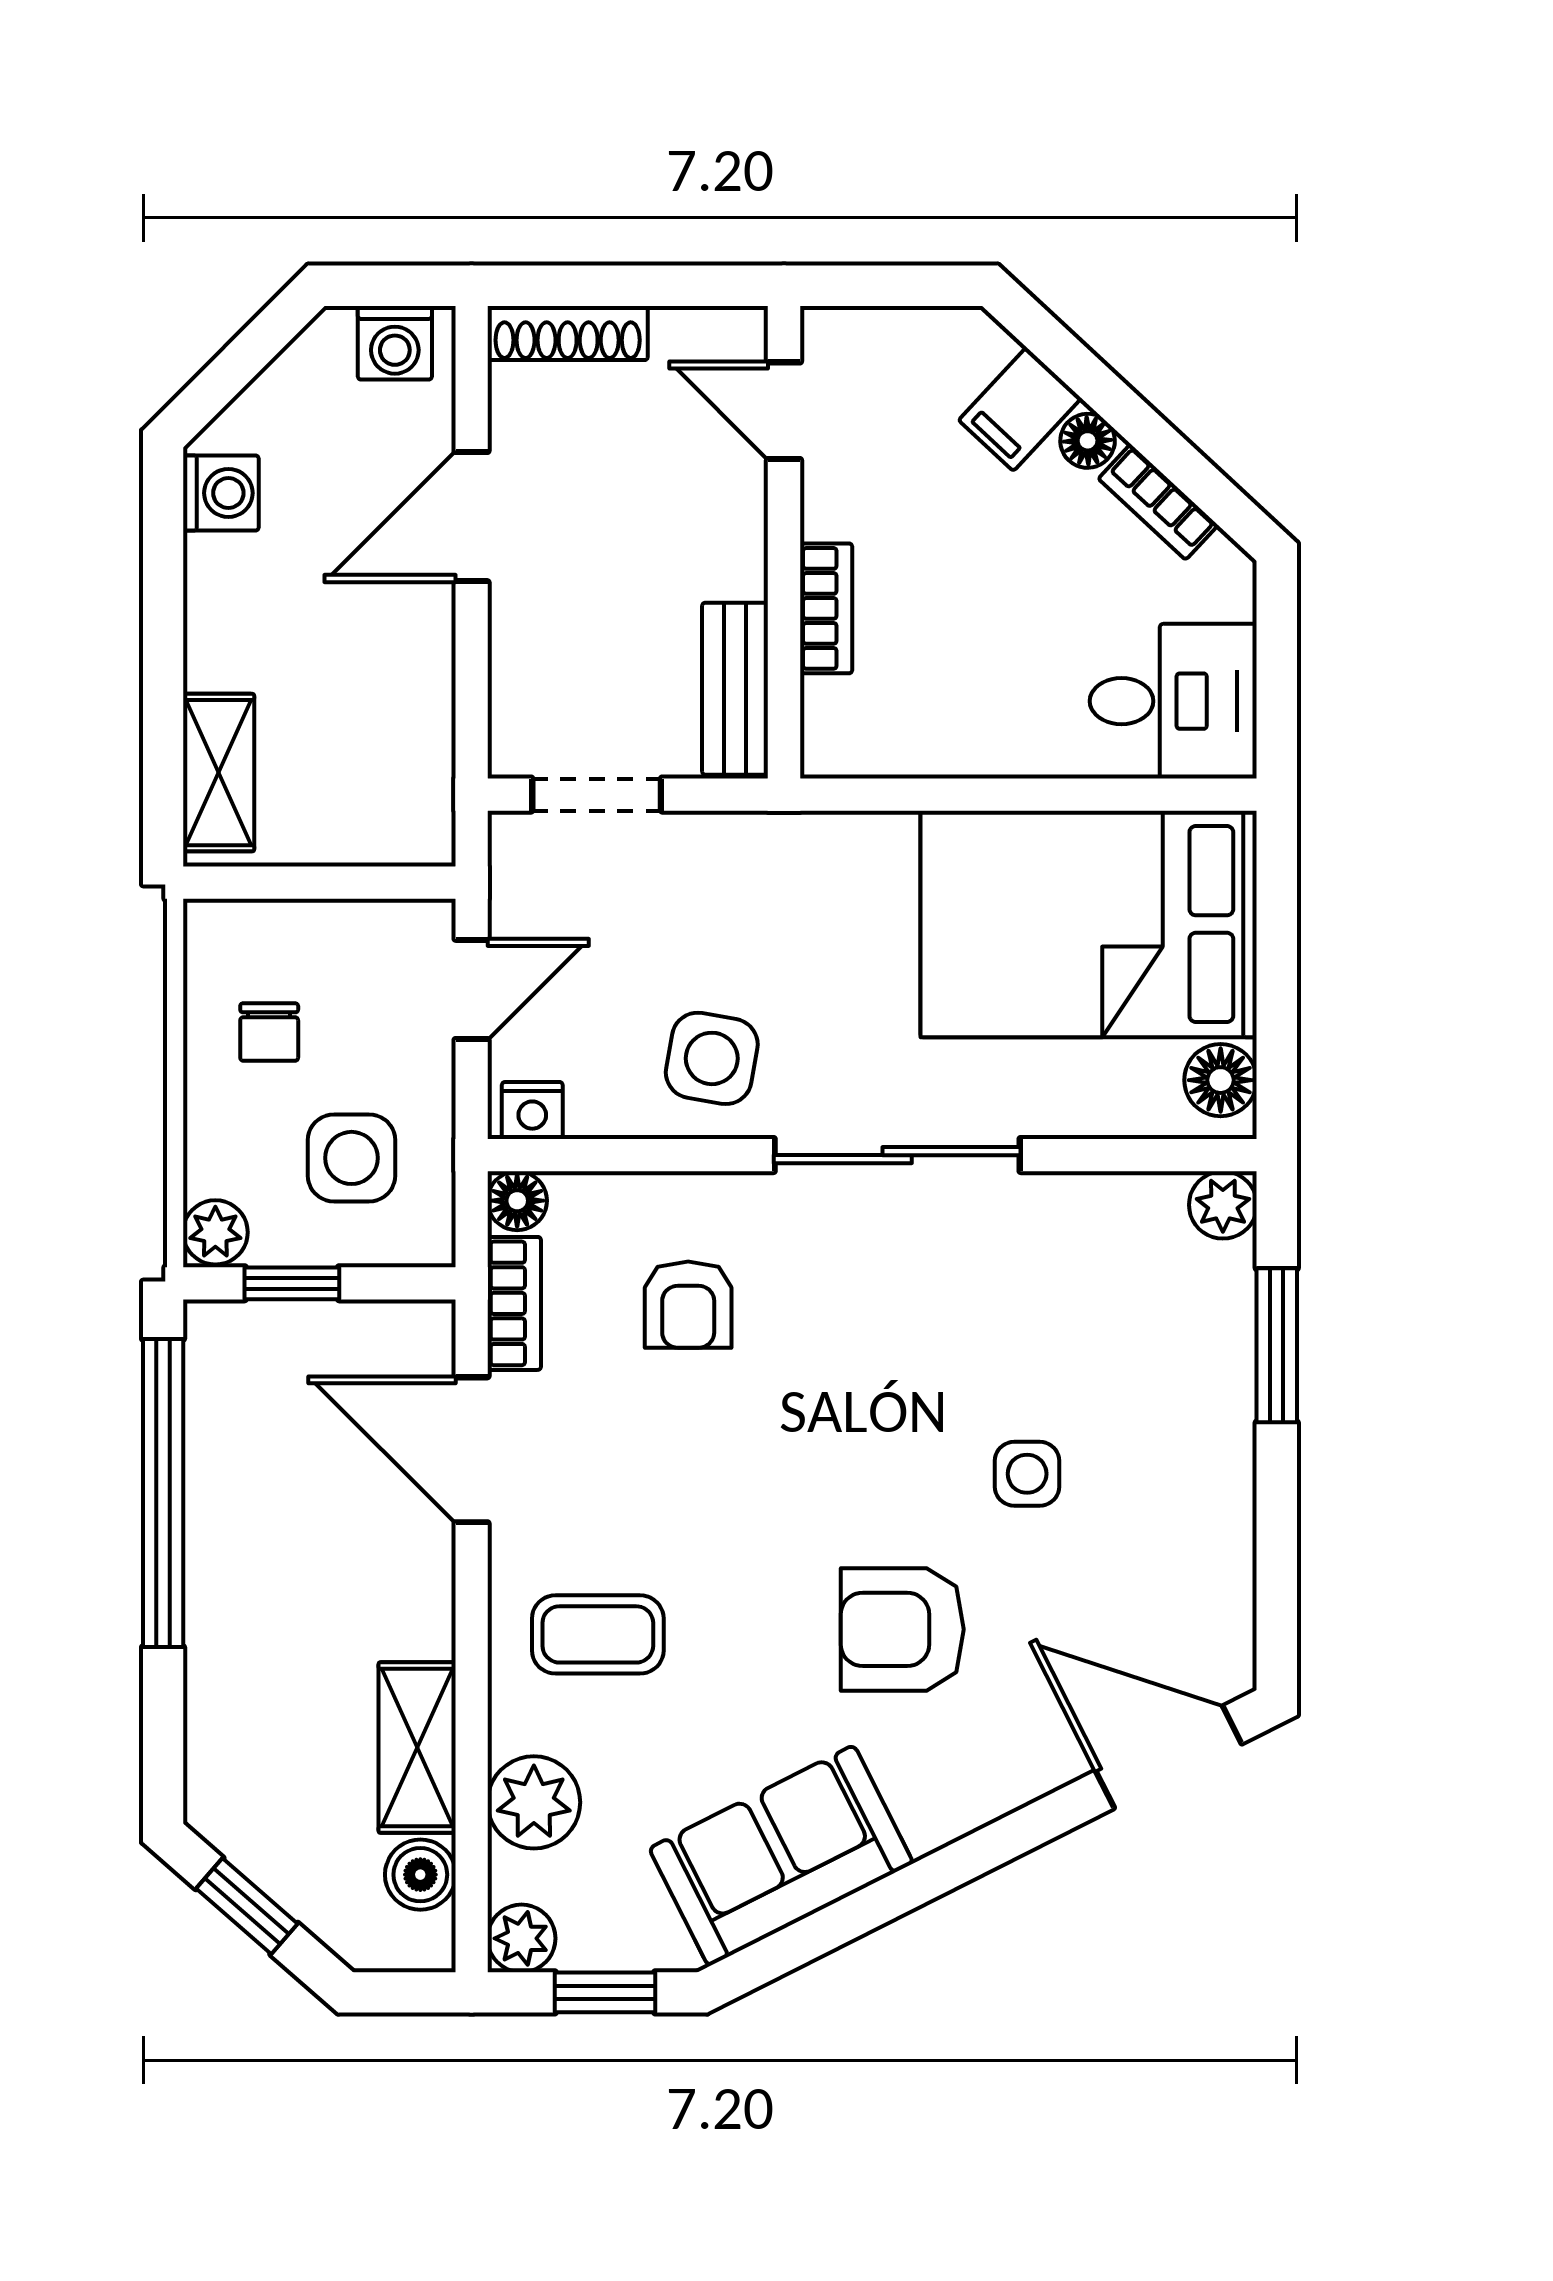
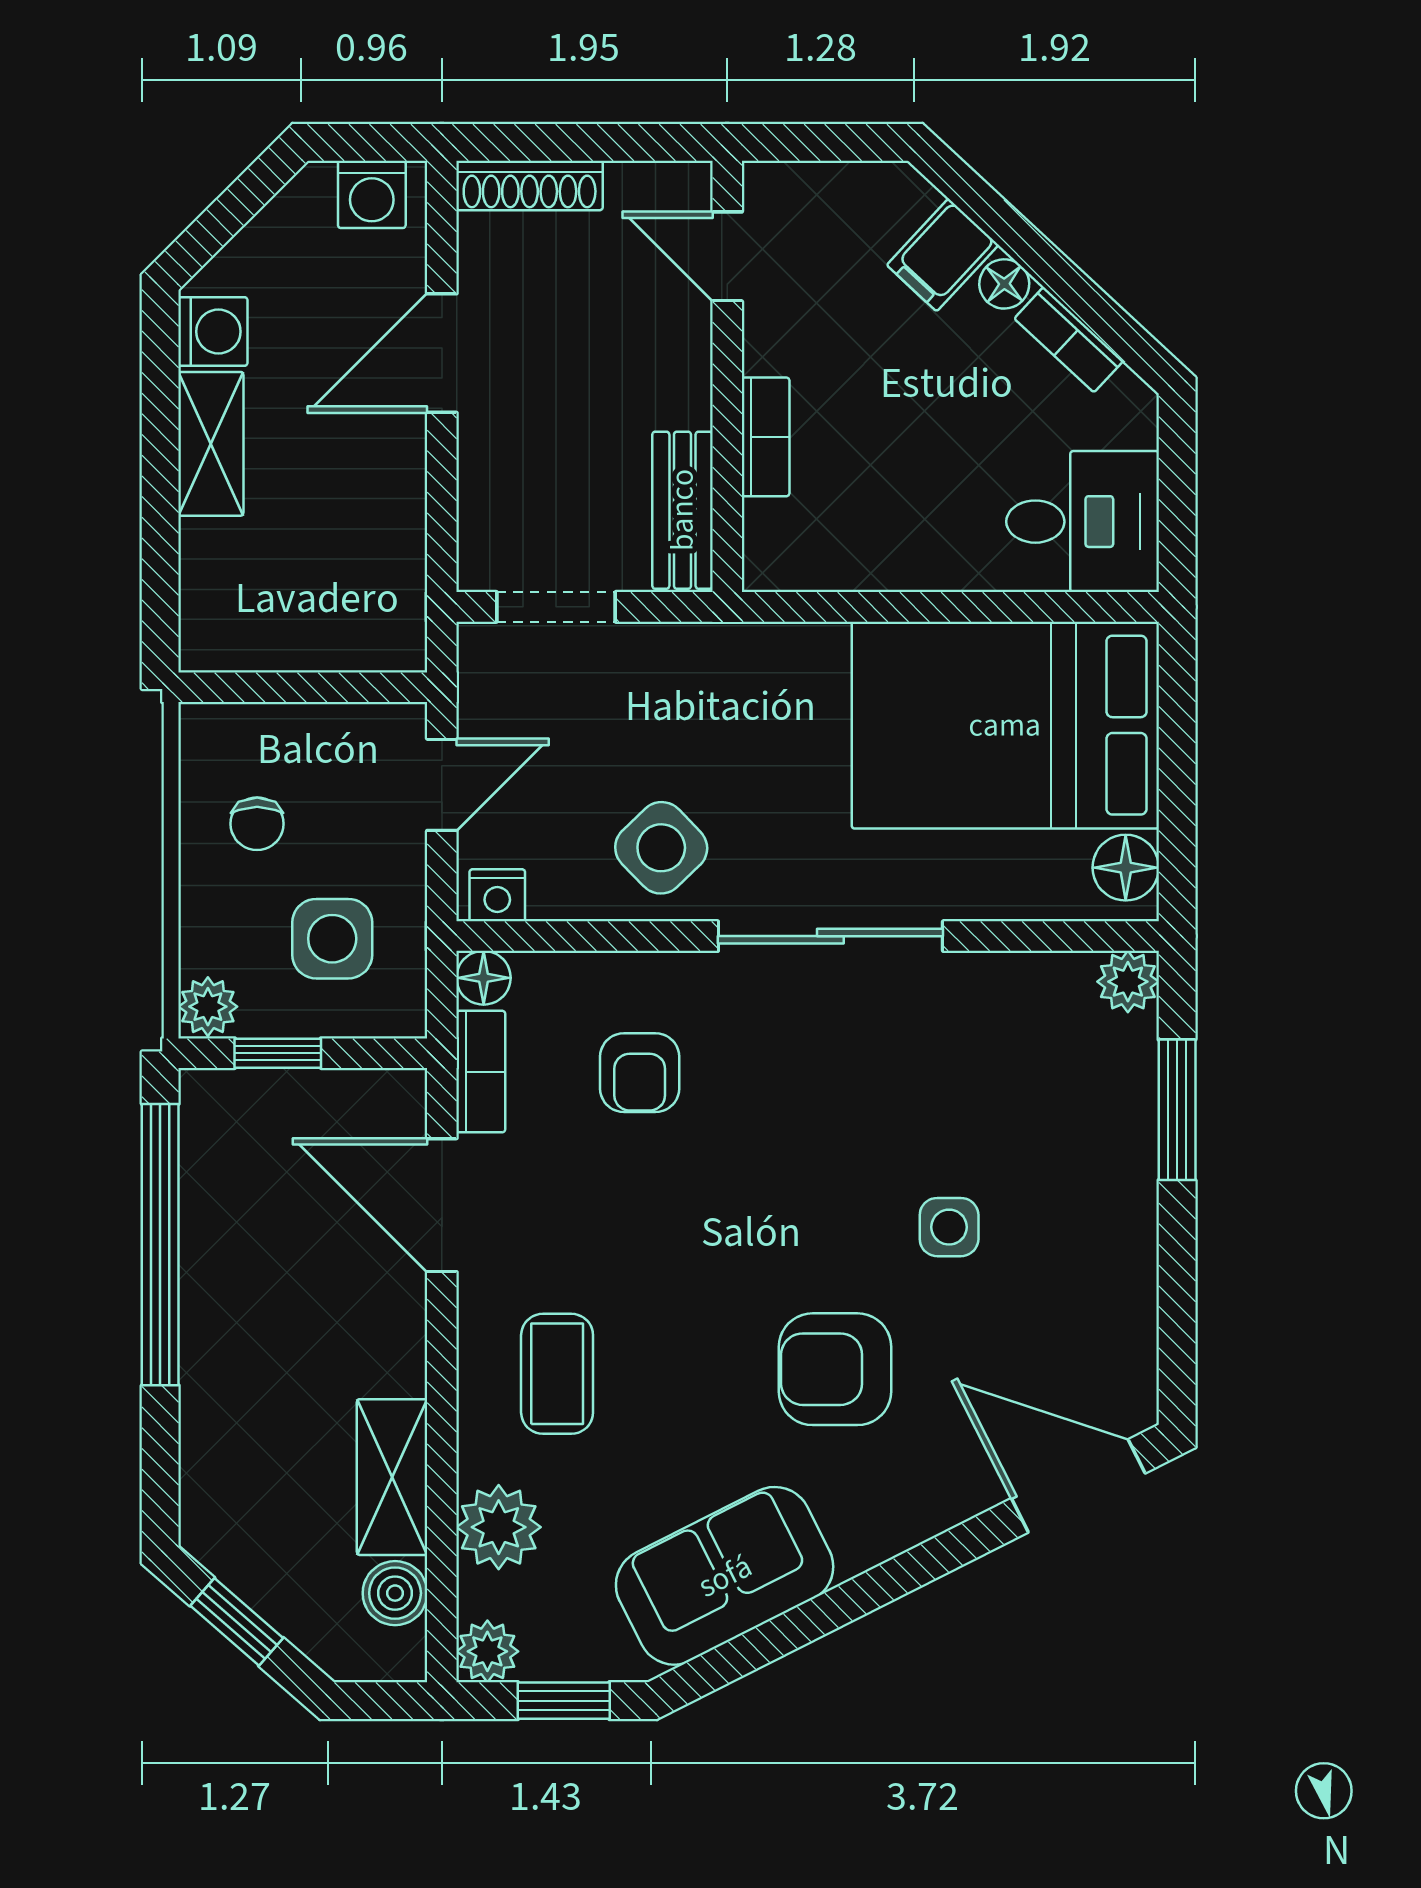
shelving: (219, 773) -> (211, 444), moved
side table: (712, 1058) -> (661, 848), turned 36
coffee table: (598, 1634) -> (557, 1374), turned 90

